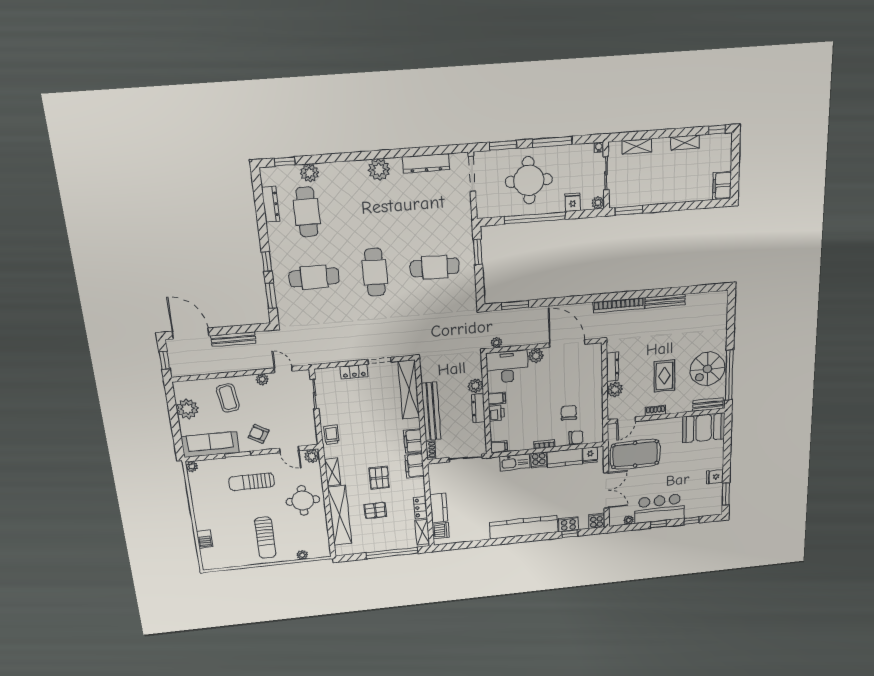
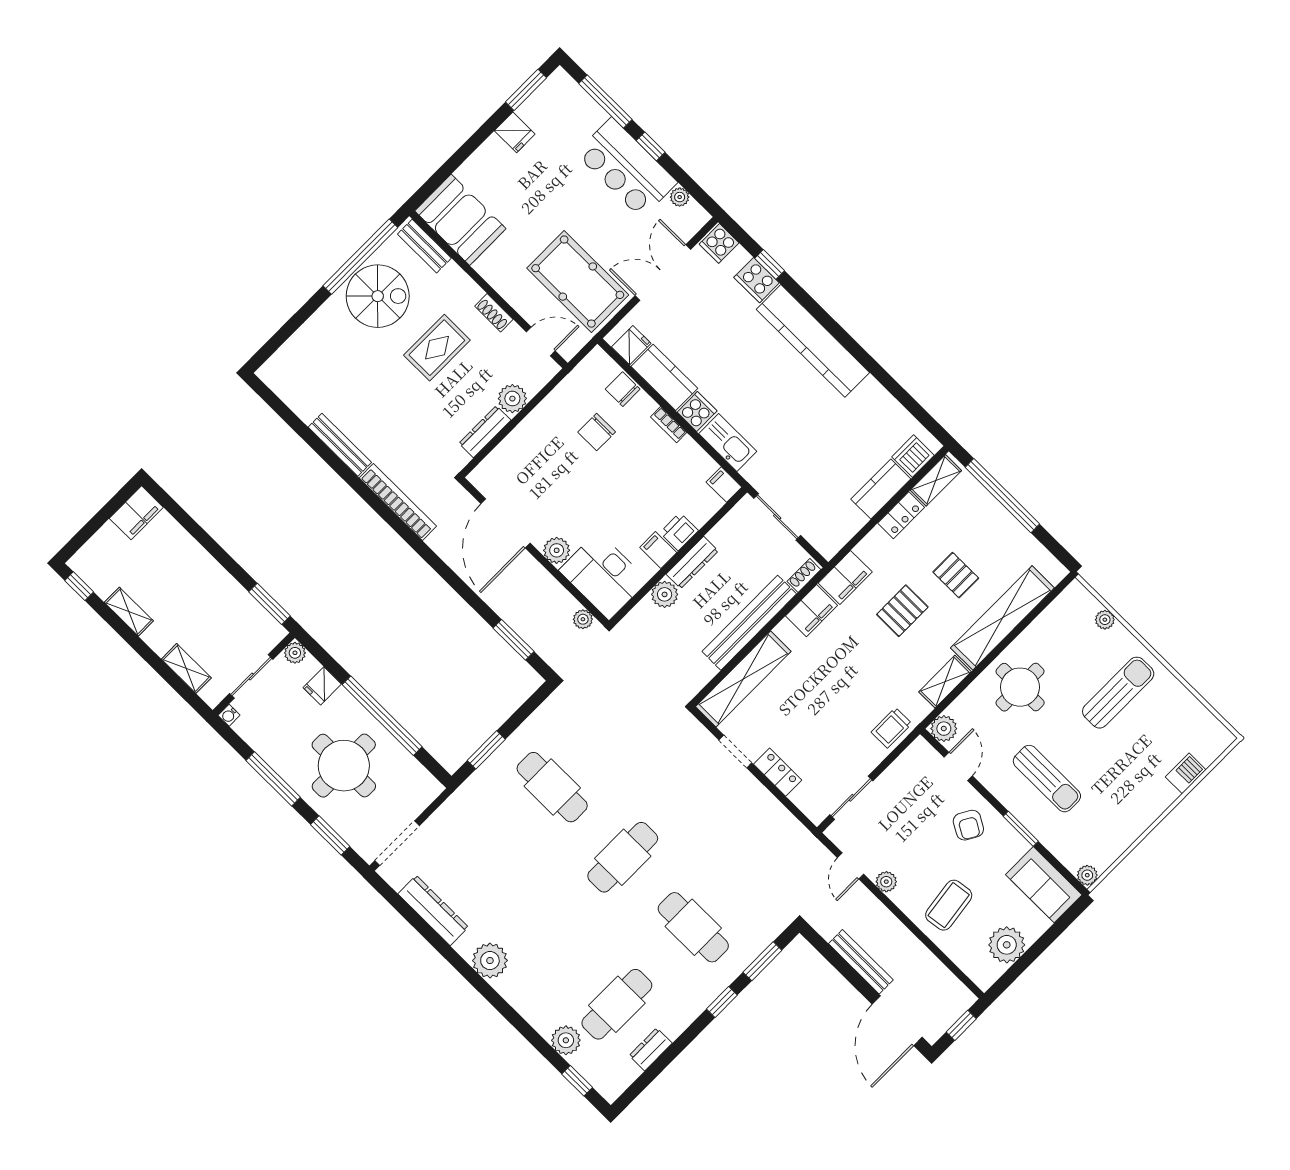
dresser: (270, 204) -> (651, 1049), width x0.70
sofa: (210, 444) -> (1044, 885), width x0.73
window: (692, 521) -> (605, 101), width x2.17

